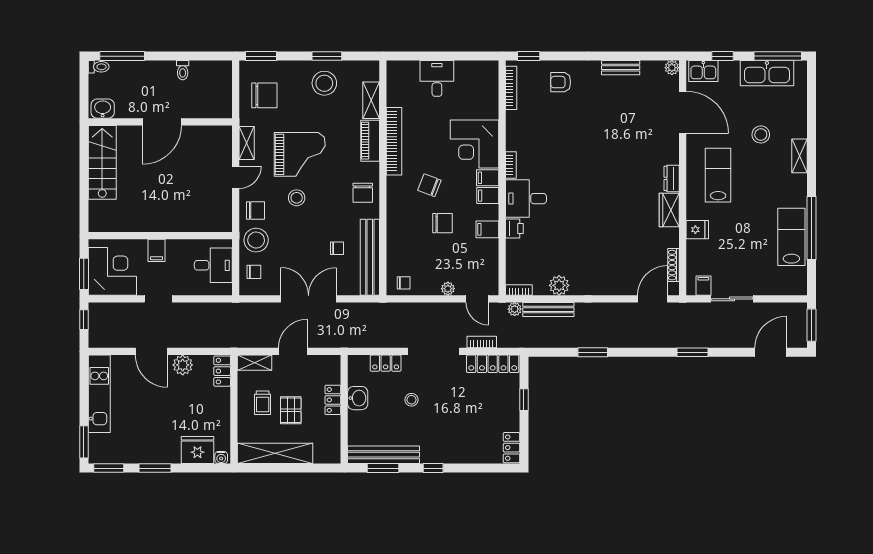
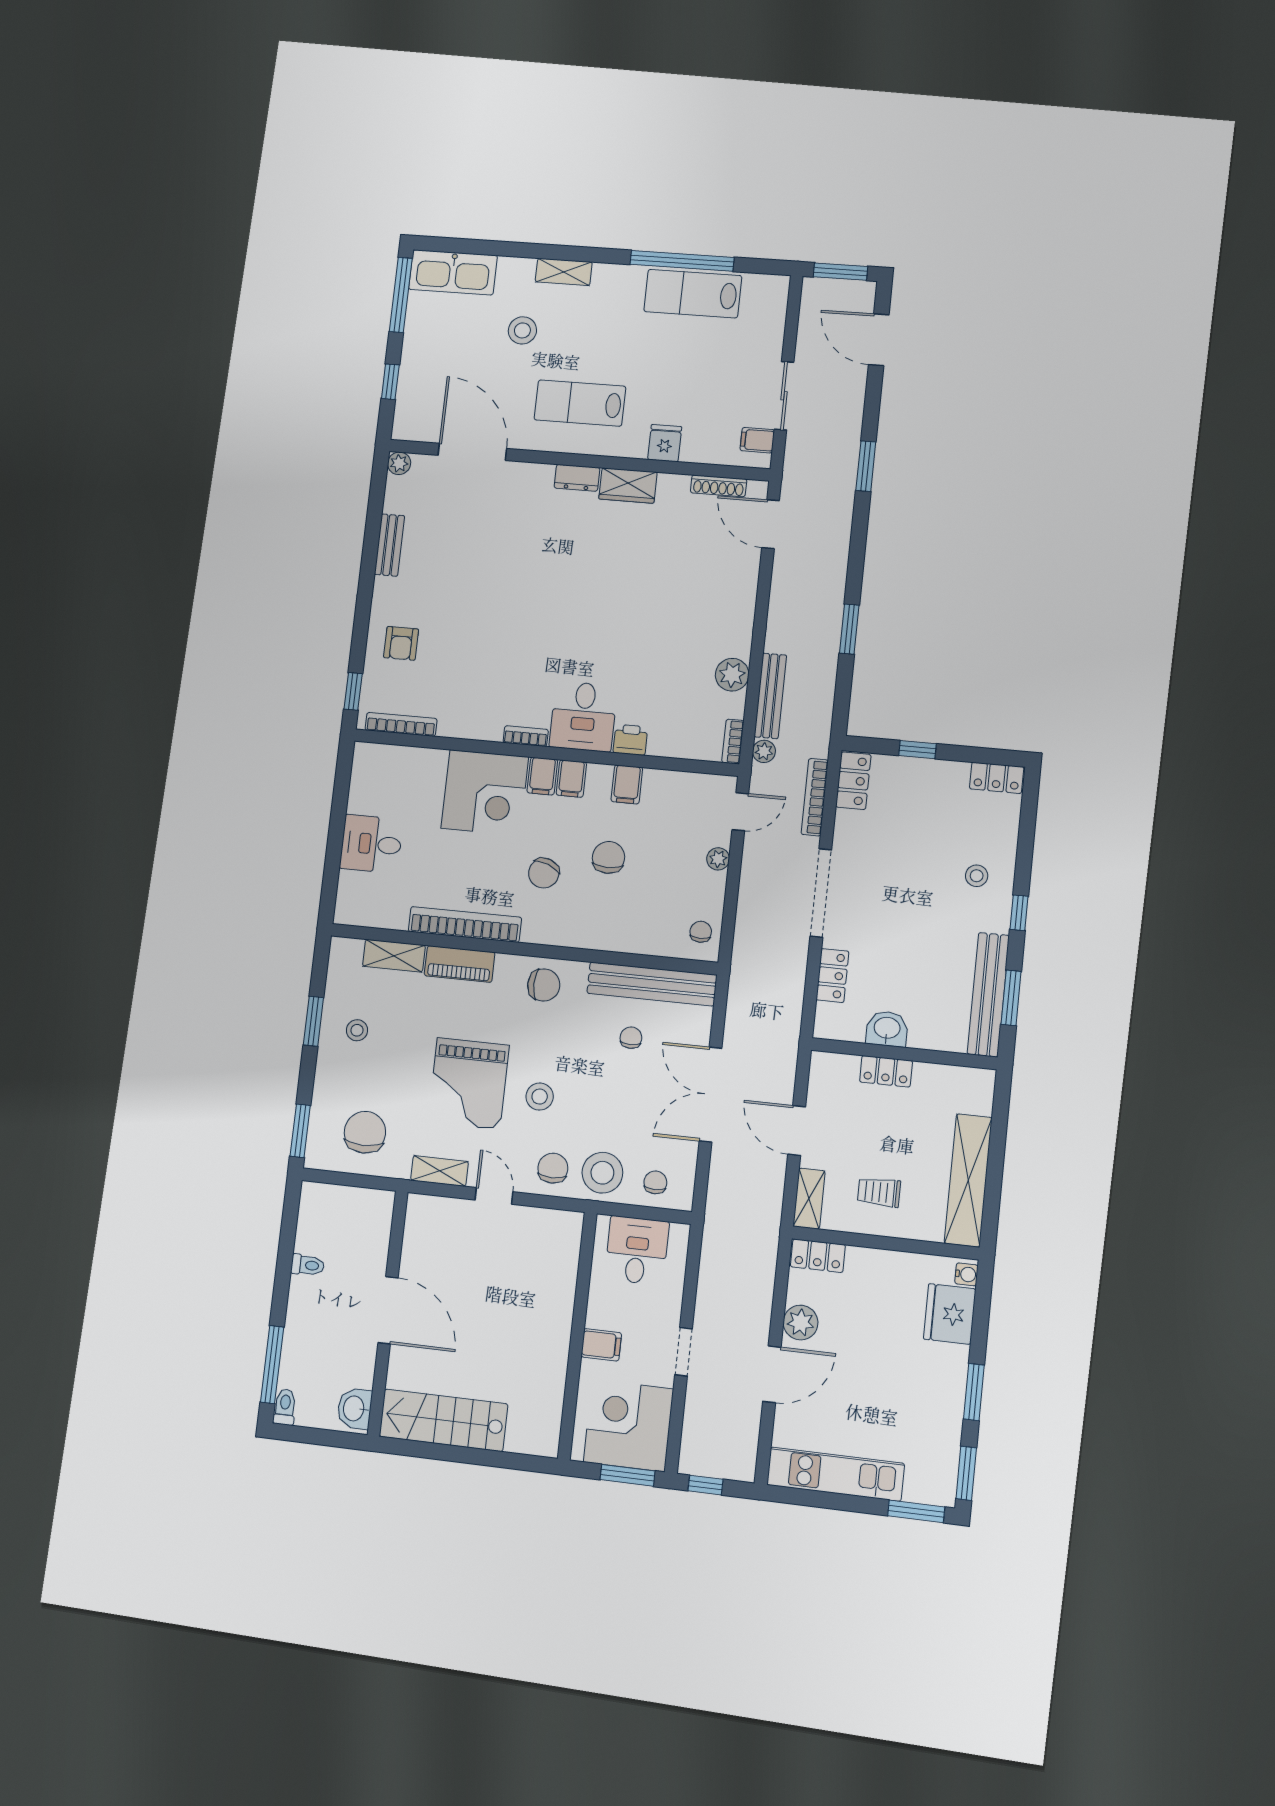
kitchen sink: (703, 71) -> (410, 414), removed
kitchen sink: (767, 73) -> (453, 272), moved, turned 90
stool: (324, 83) -> (357, 1030), width x0.53, depth x0.53
door: (683, 112) -> (472, 452), hinge flipped
grand piano: (300, 154) -> (469, 1084), turned 180
bookcase: (482, 342) -> (815, 797), width x1.56
locker: (493, 364) -> (853, 781), width x0.66
stool: (411, 400) -> (977, 876), moved
trolley: (263, 403) -> (879, 1192), turned 180
pallet: (291, 410) -> (897, 1145), removed

